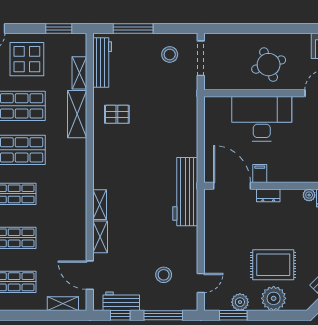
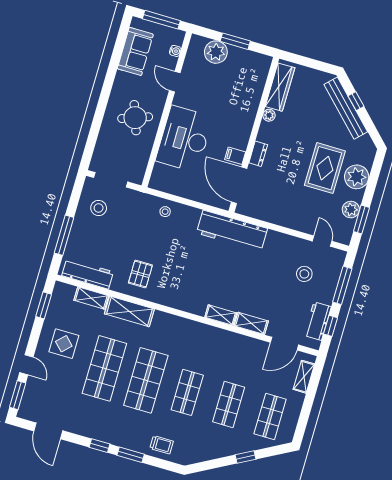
display table: (27, 59) -> (64, 344), width x0.73, depth x0.73
stool: (185, 121) -> (165, 212), added
door: (232, 186) -> (239, 185), hinge flipped

